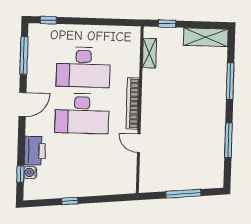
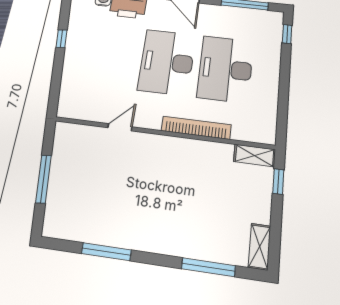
shelving: (206, 37) -> (260, 247), width x0.67, depth x0.75
shelving: (149, 53) -> (255, 155), moved
window: (230, 81) -> (208, 267), moved
bookcase: (133, 103) -> (196, 128), moved

